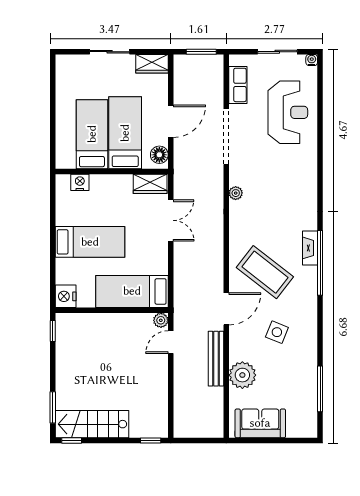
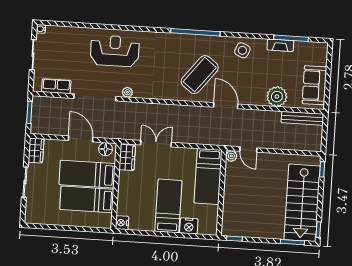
reception desk: (288, 112) -> (115, 51), moved
nightstand: (80, 182) -> (122, 223), moved
plant: (236, 193) -> (127, 92), moved
fireplace: (310, 248) -> (280, 45), moved
nightstand: (66, 296) -> (189, 226), moved
side table: (277, 332) -> (242, 50), moved
bench: (216, 359) -> (302, 118), moved
stairs: (92, 424) -> (302, 203), width x1.36, depth x1.51

